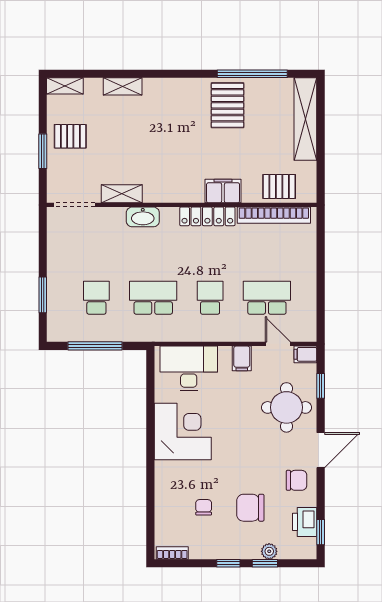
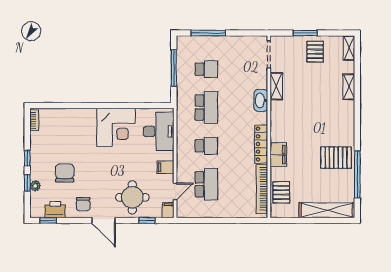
window: (43, 295) -> (208, 33), width x1.44
chair: (204, 507) -> (65, 142), removed

